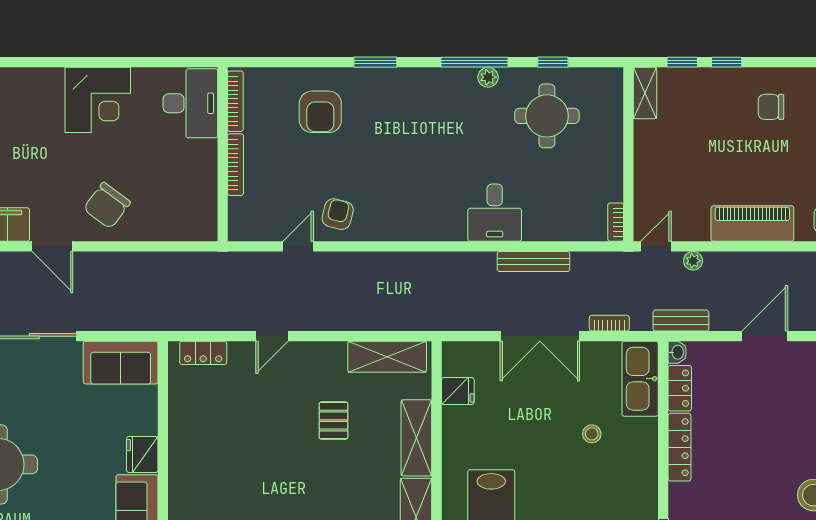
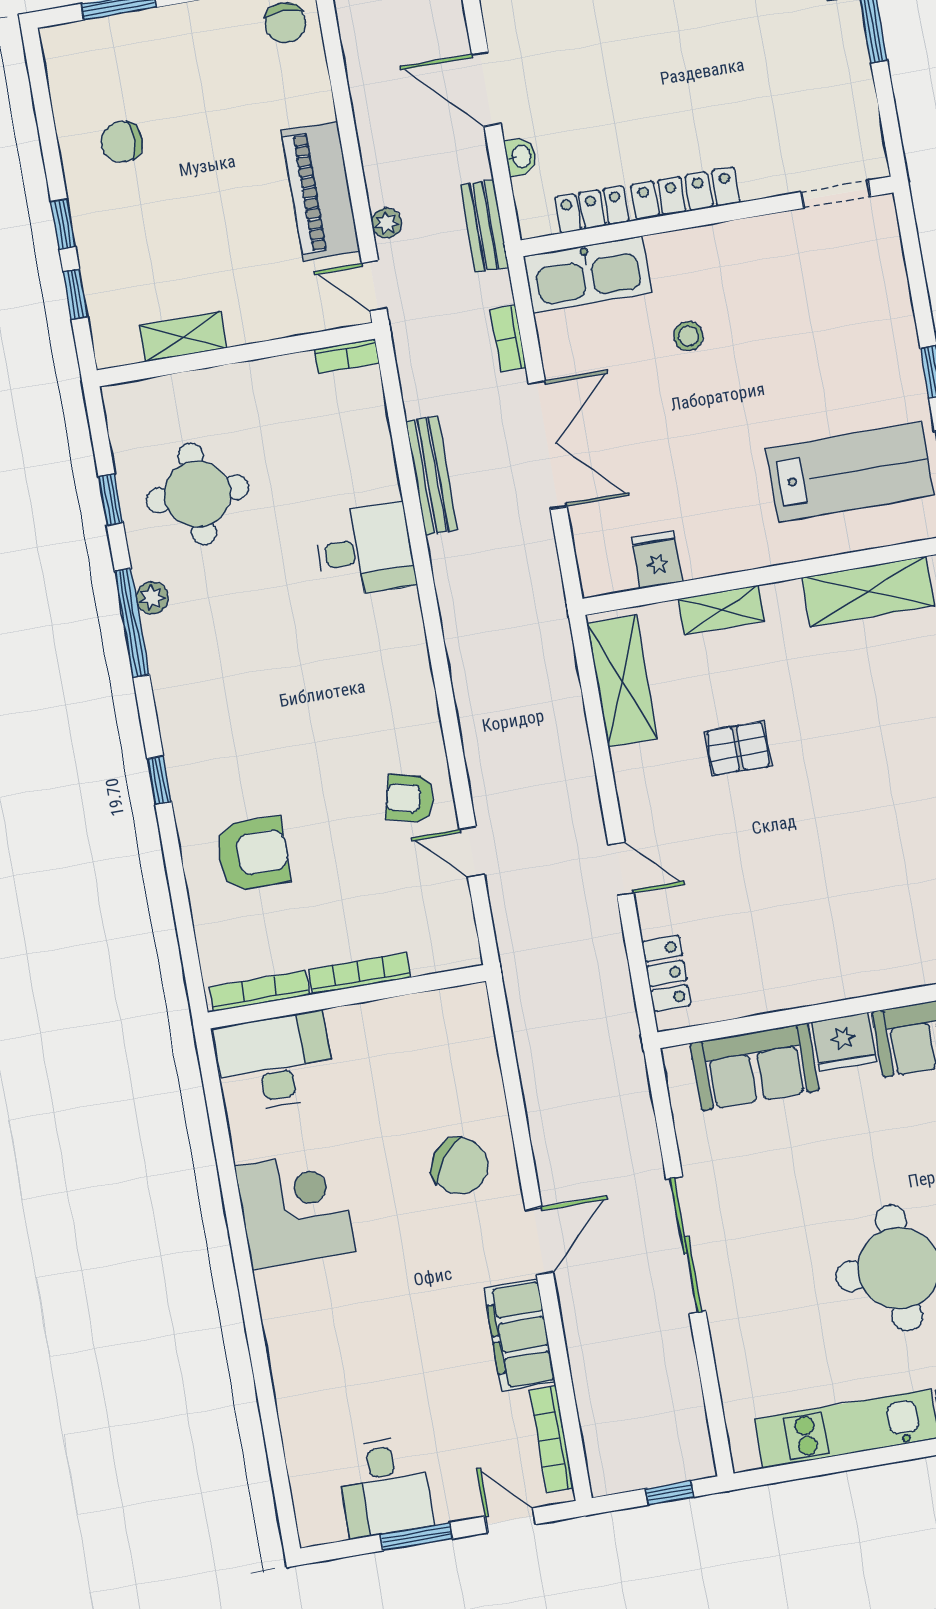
window: (375, 62) -> (159, 780), width x0.67
shelving: (645, 93) -> (183, 337), moved
chair: (771, 107) -> (122, 142), turned 90
piano: (752, 224) -> (320, 191), moved
washbasin: (677, 352) -> (521, 156), moved, turned 90
sofa: (121, 363) -> (755, 1067), moved, turned 90
shelving: (416, 438) -> (721, 610), width x0.67, depth x0.75

